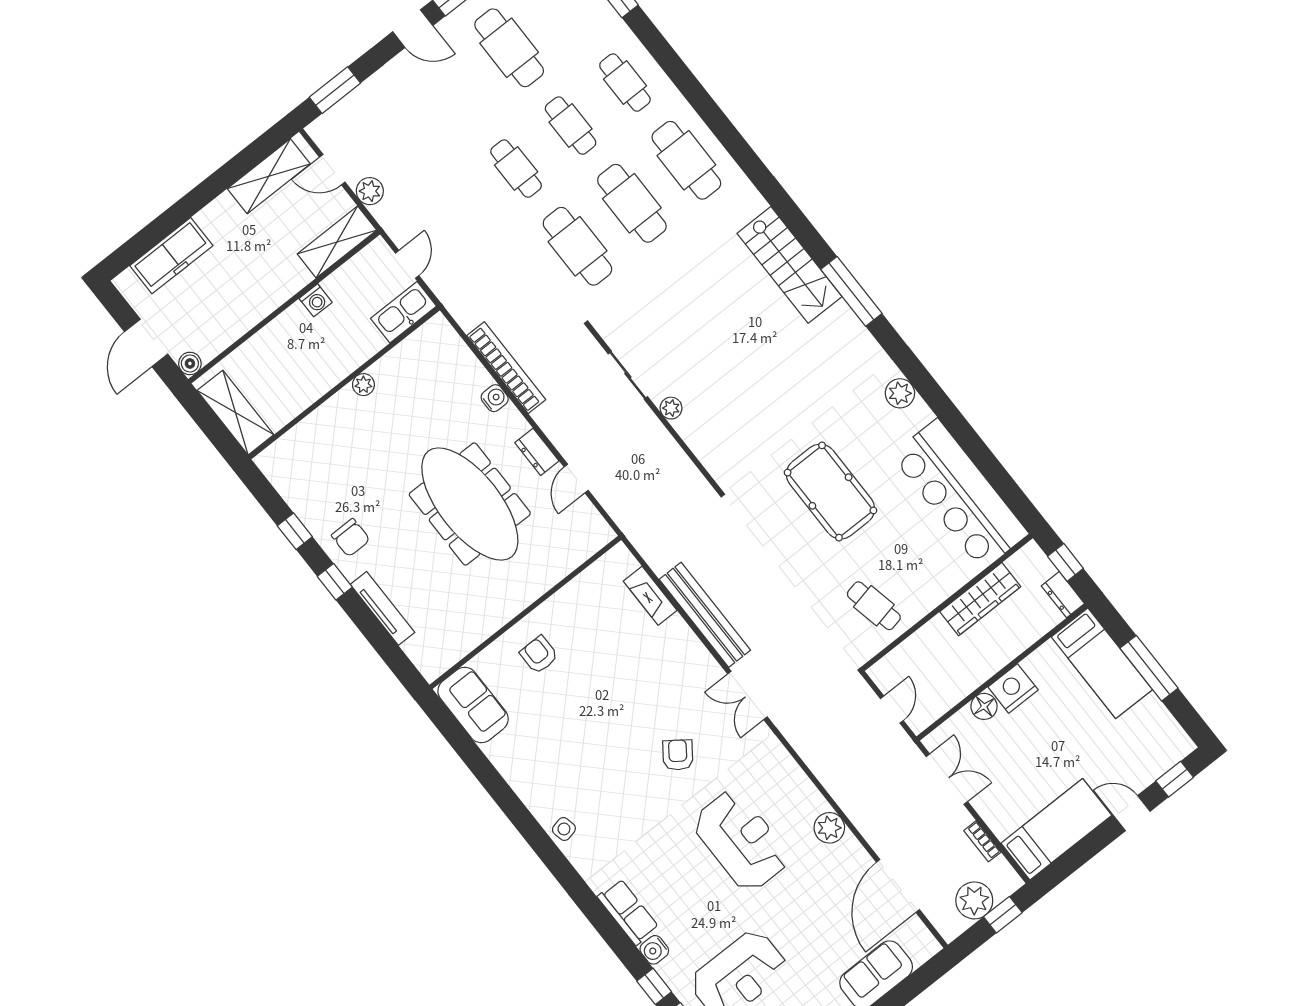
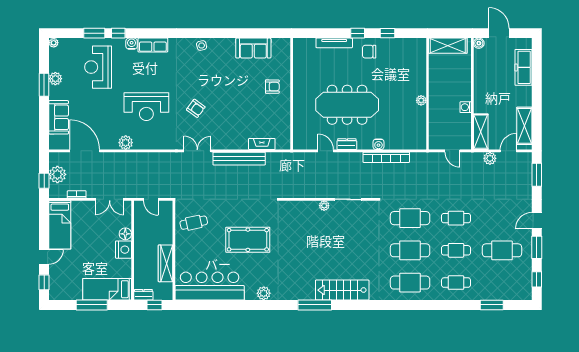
kitchen sink: (403, 312) -> (436, 136), removed
sofa: (473, 705) -> (253, 48), moved

